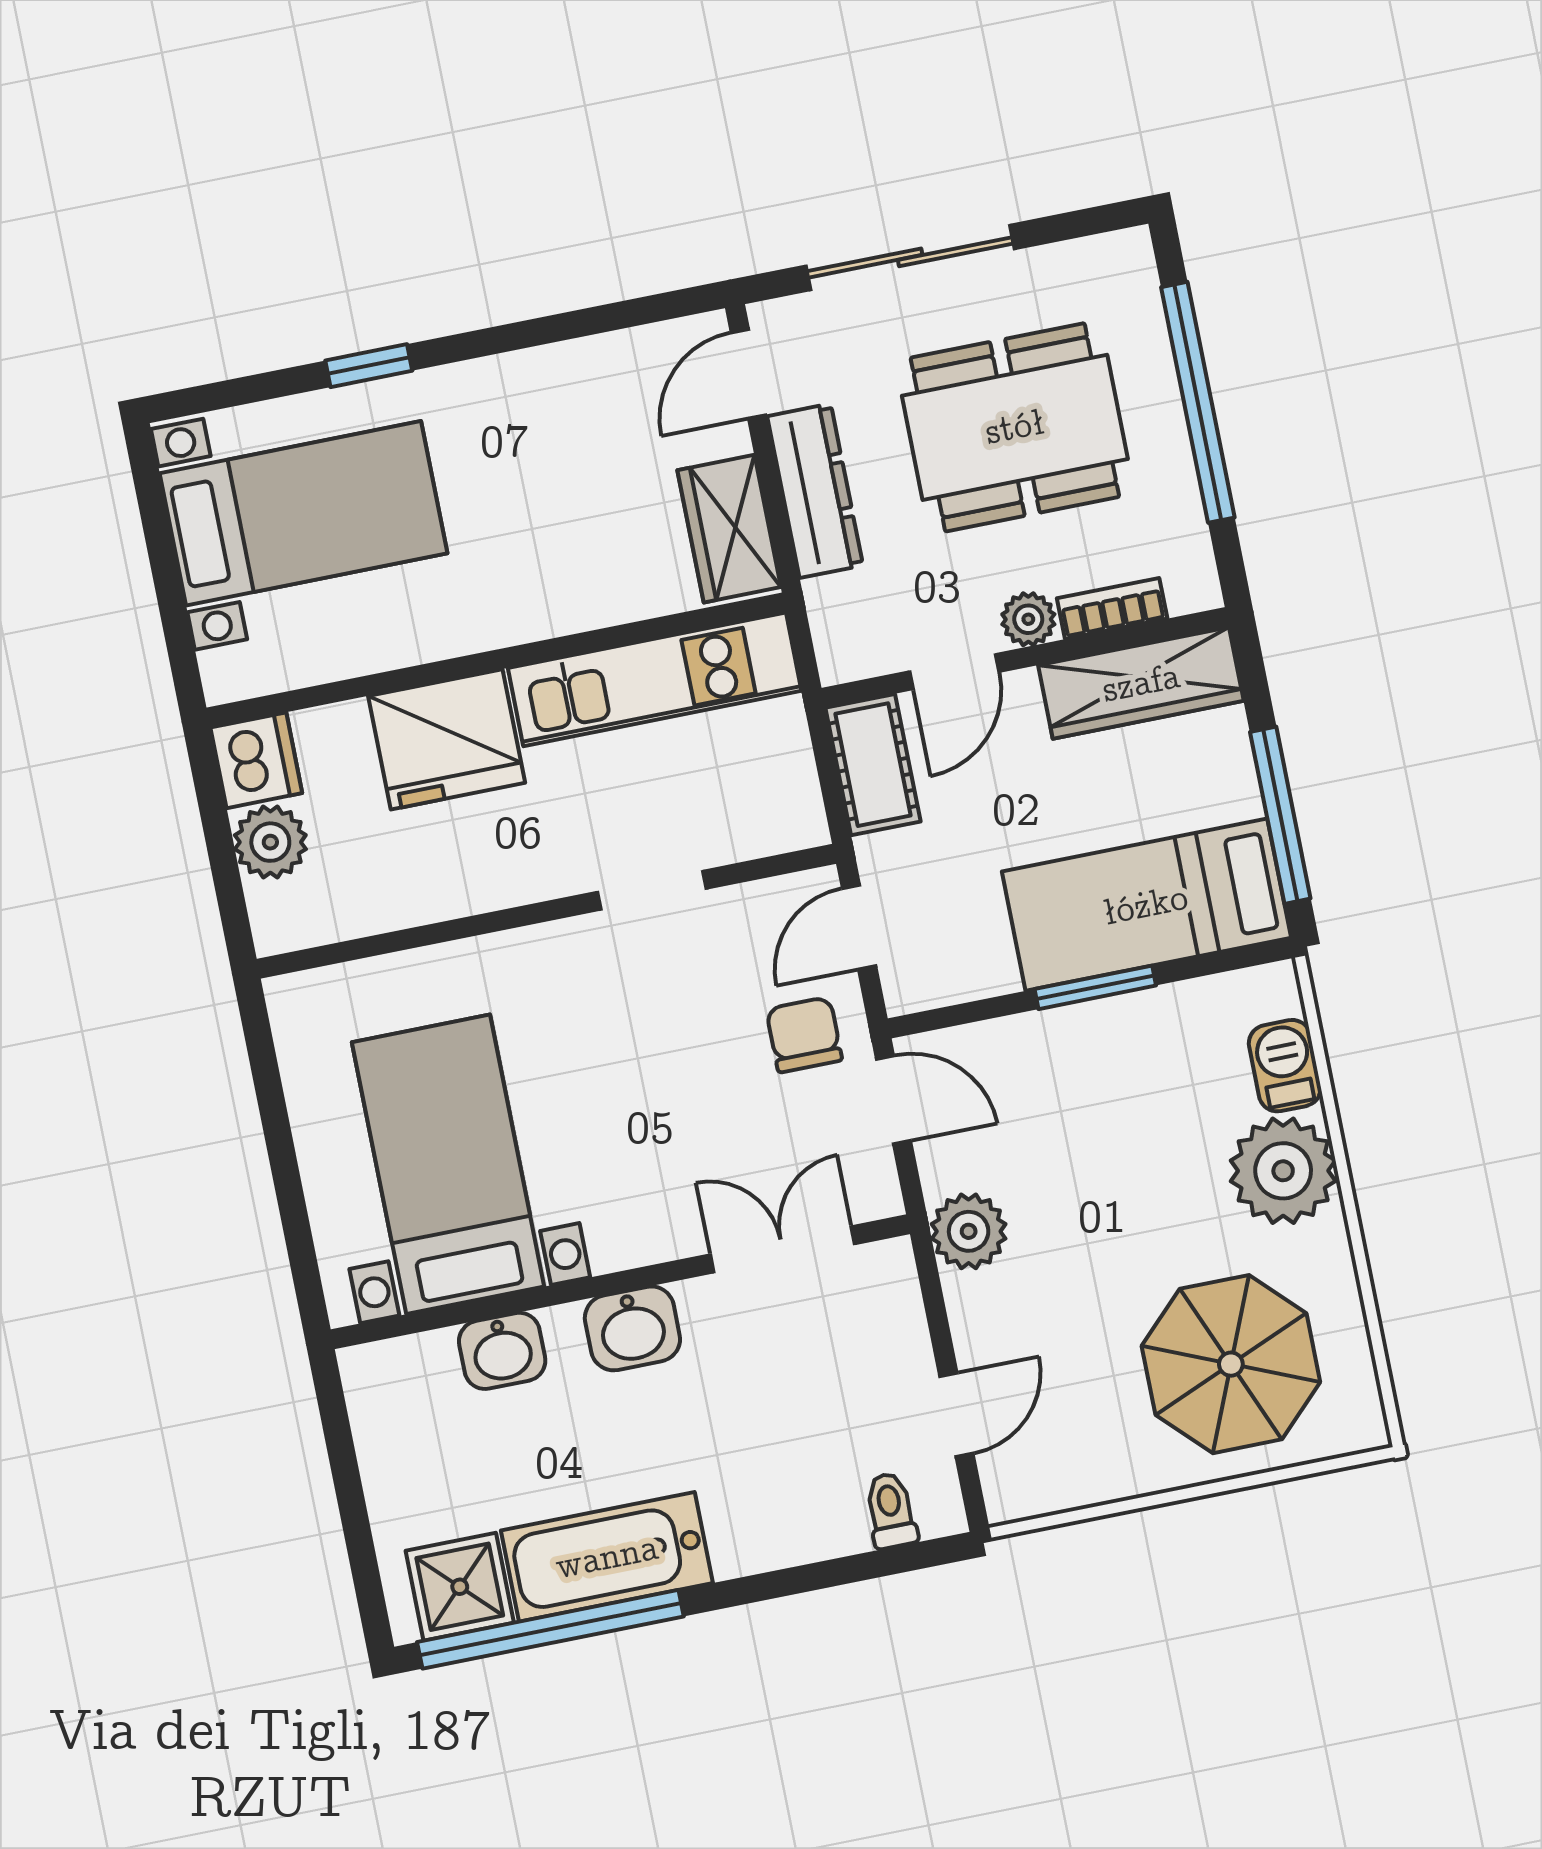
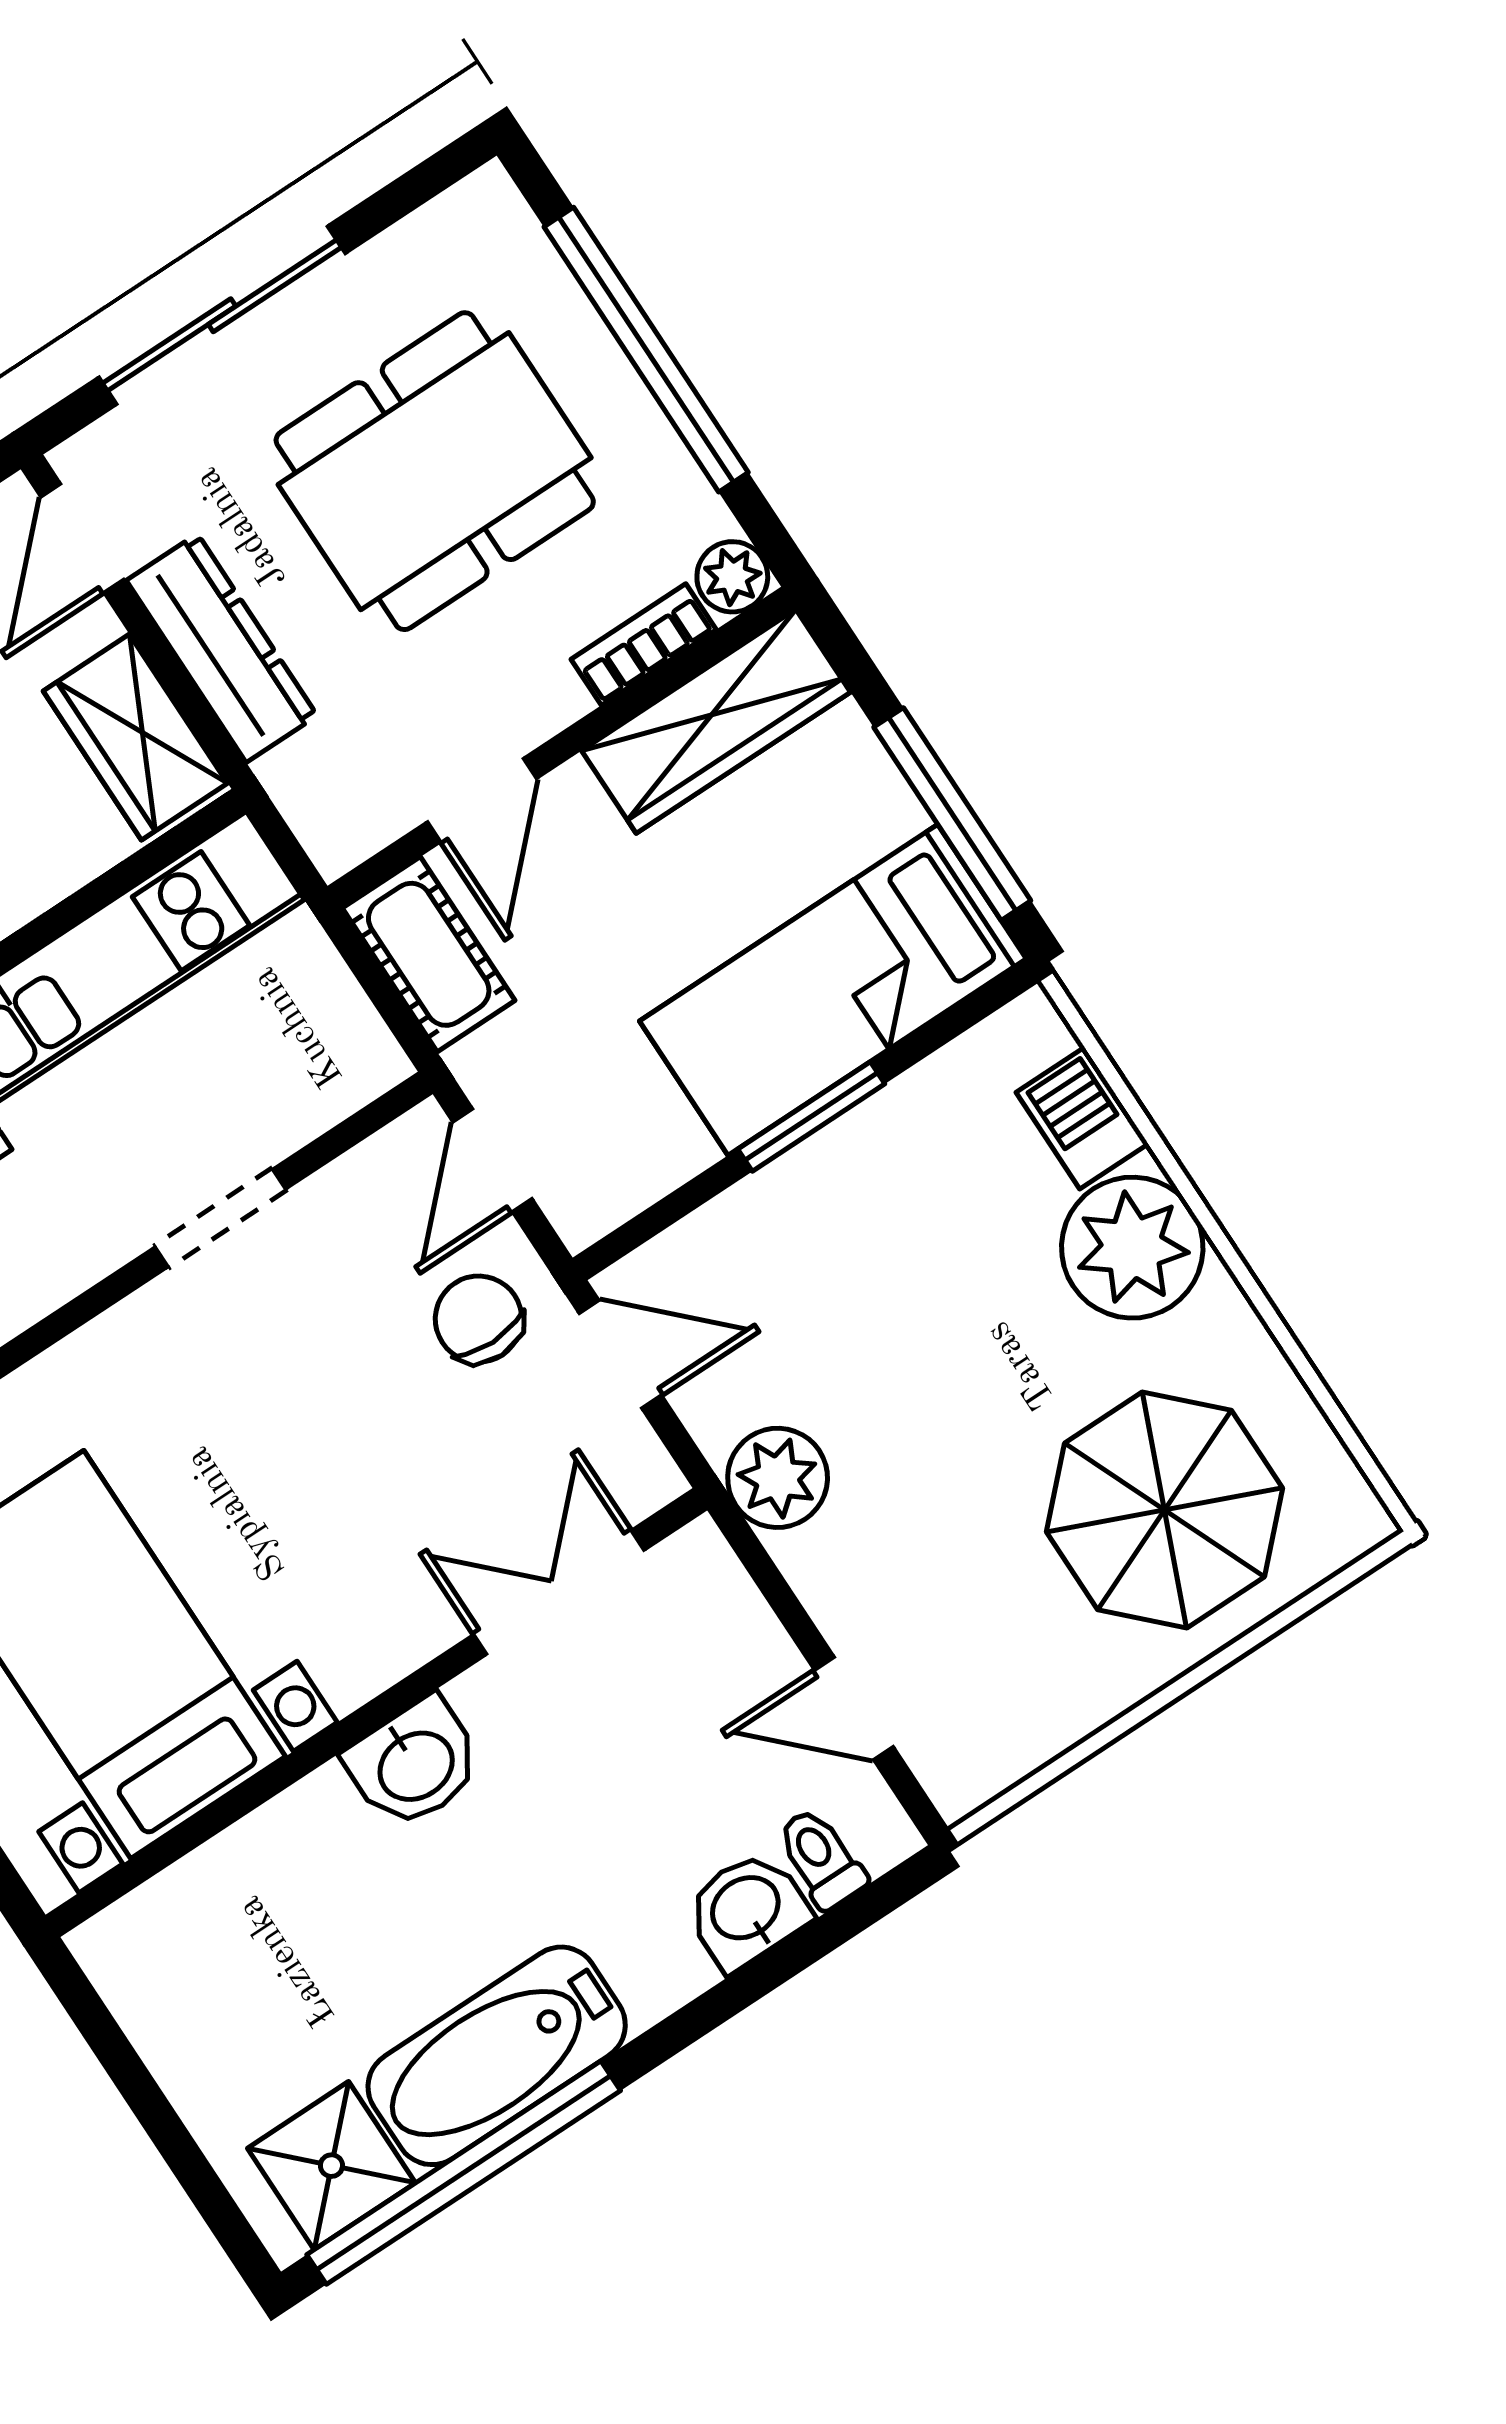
plant: (1028, 619) -> (732, 577), moved
washbasin: (502, 1351) -> (747, 1910), moved, turned 180
door: (956, 1415) -> (854, 1708), swing flipped

